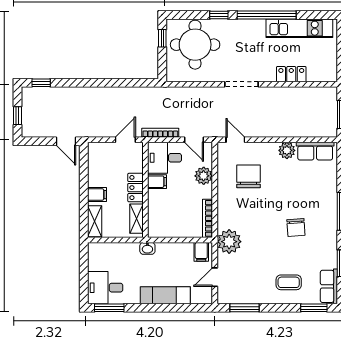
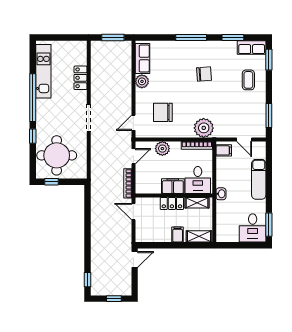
desk: (165, 158) -> (198, 180), moved
filing cabinet: (157, 182) -> (173, 186), width x2.00
plant: (229, 242) -> (204, 128), moved

